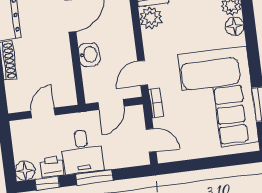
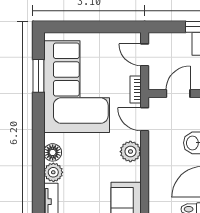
plant: (151, 18) -> (130, 152), moved
door: (143, 73) -> (145, 119), swing flipped

